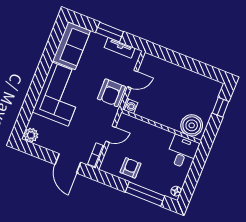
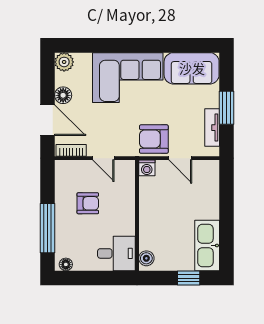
kitchen sink: (203, 85) -> (207, 245), added
boiler: (192, 125) -> (146, 258), width x0.54, depth x0.54
floor lamp: (54, 145) -> (63, 95), added
door: (68, 163) -> (48, 120), swing flipped
armchair: (131, 168) -> (88, 203), moved

